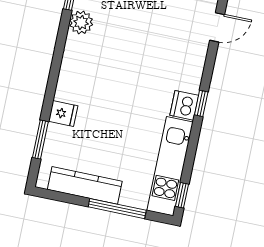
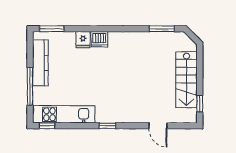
plant: (81, 22) -> (143, 39), removed
dishwasher: (184, 105) -> (99, 39), moved, turned 180
window: (40, 140) -> (52, 29), moved

